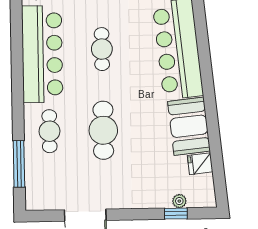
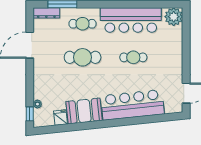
dresser: (33, 189) -> (46, 13), added
window: (176, 214) -> (30, 114), moved

